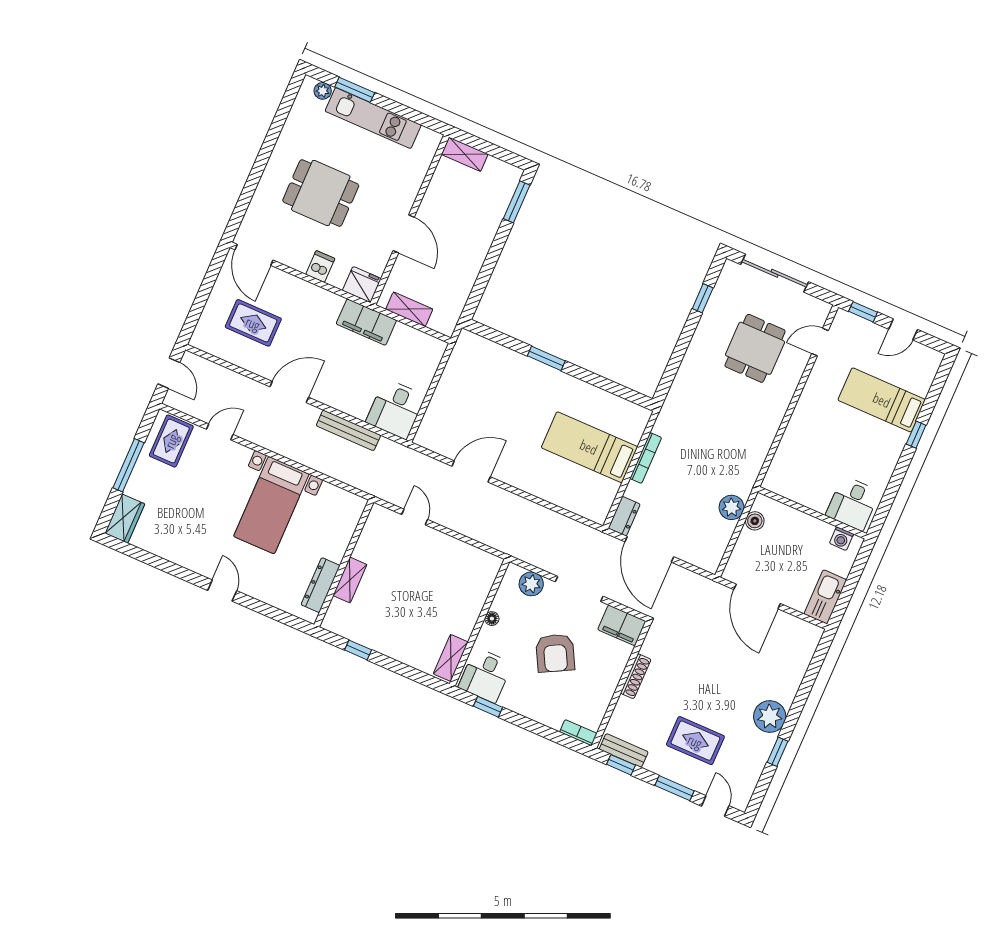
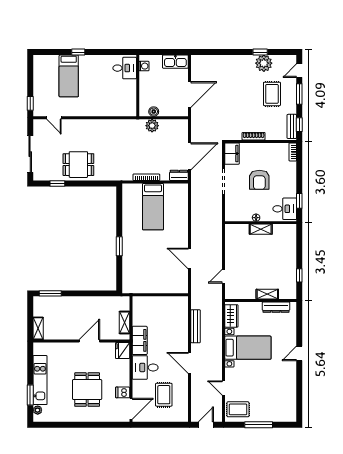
dishwasher: (320, 267) -> (123, 392), moved
door: (903, 329) -> (30, 80), removed
dining table: (755, 348) -> (78, 165), moved
desk: (396, 409) -> (145, 367), moved, turned 180
wardrobe: (125, 519) -> (231, 316), moved, turned 90
plant: (531, 584) -> (231, 206), removed
armchair: (555, 653) -> (259, 180), turned 118
shelving: (451, 658) -> (261, 229), moved
plant: (770, 716) -> (264, 63), moved

